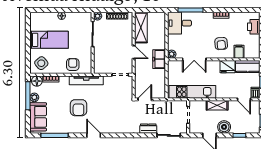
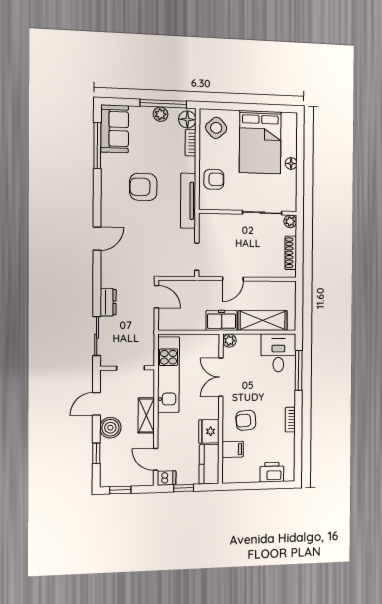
shelving: (141, 28) -> (263, 320), moved
bed: (49, 40) -> (260, 142), width x1.50
door: (244, 99) -> (156, 459), hinge flipped
sofa: (38, 117) -> (115, 129), moved, turned -90
door: (94, 135) -> (97, 239), moved

